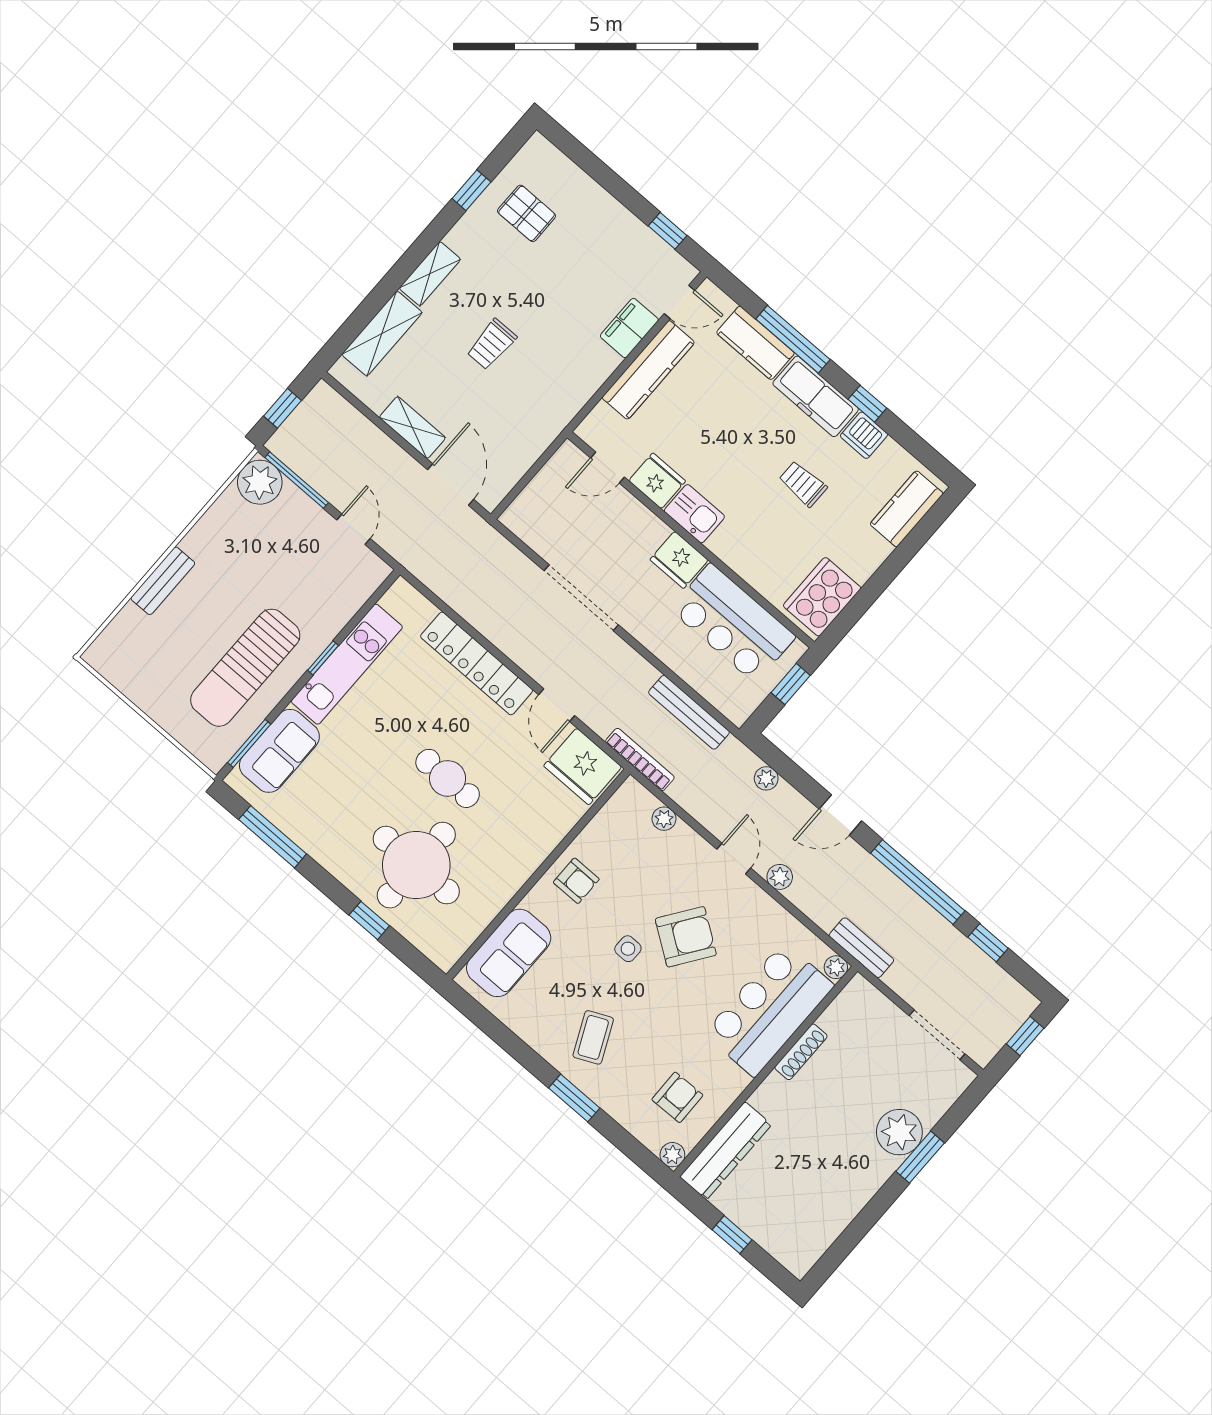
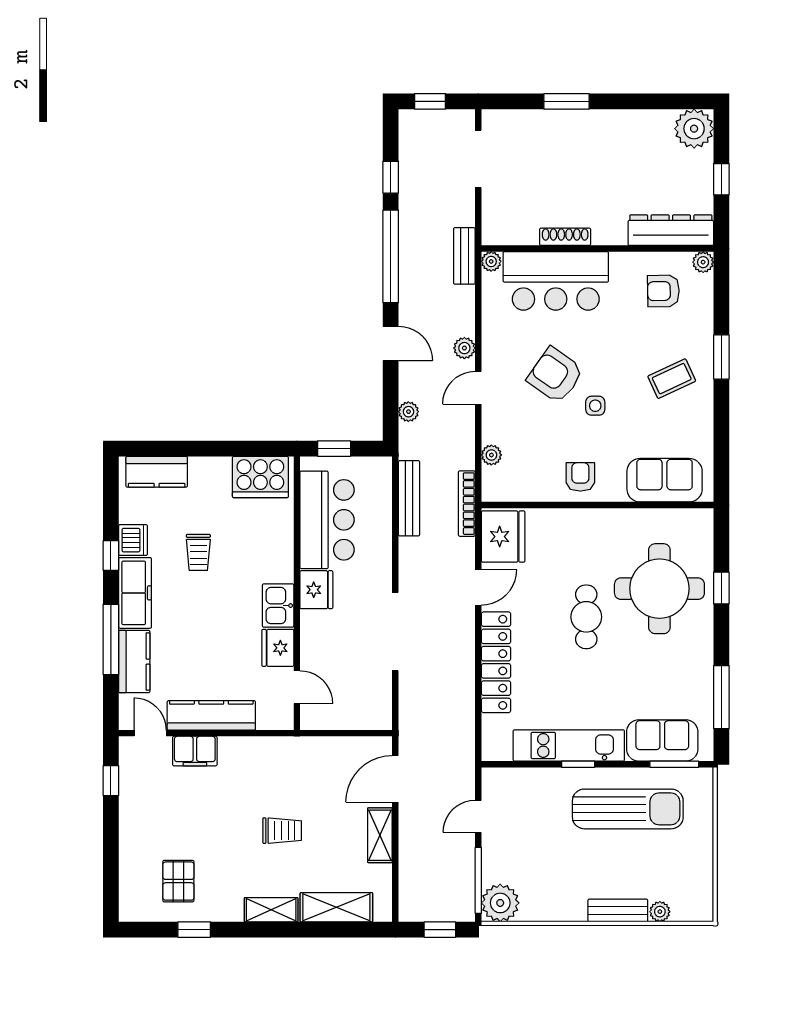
plant: (129, 617) -> (660, 912), added
plant: (899, 1132) -> (694, 129), moved

